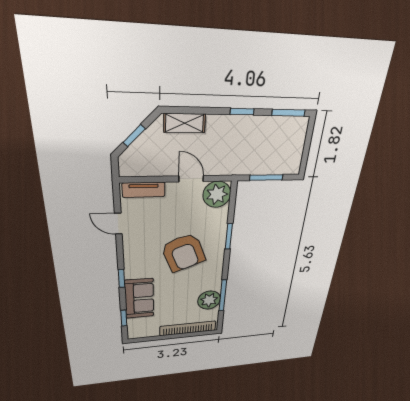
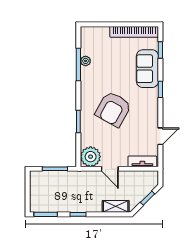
door: (118, 224) -> (160, 136), hinge flipped
armchair: (184, 253) -> (113, 109), turned -130
plant: (209, 300) -> (86, 61), width x0.53, depth x0.53
bookcase: (188, 328) -> (134, 32), moved

